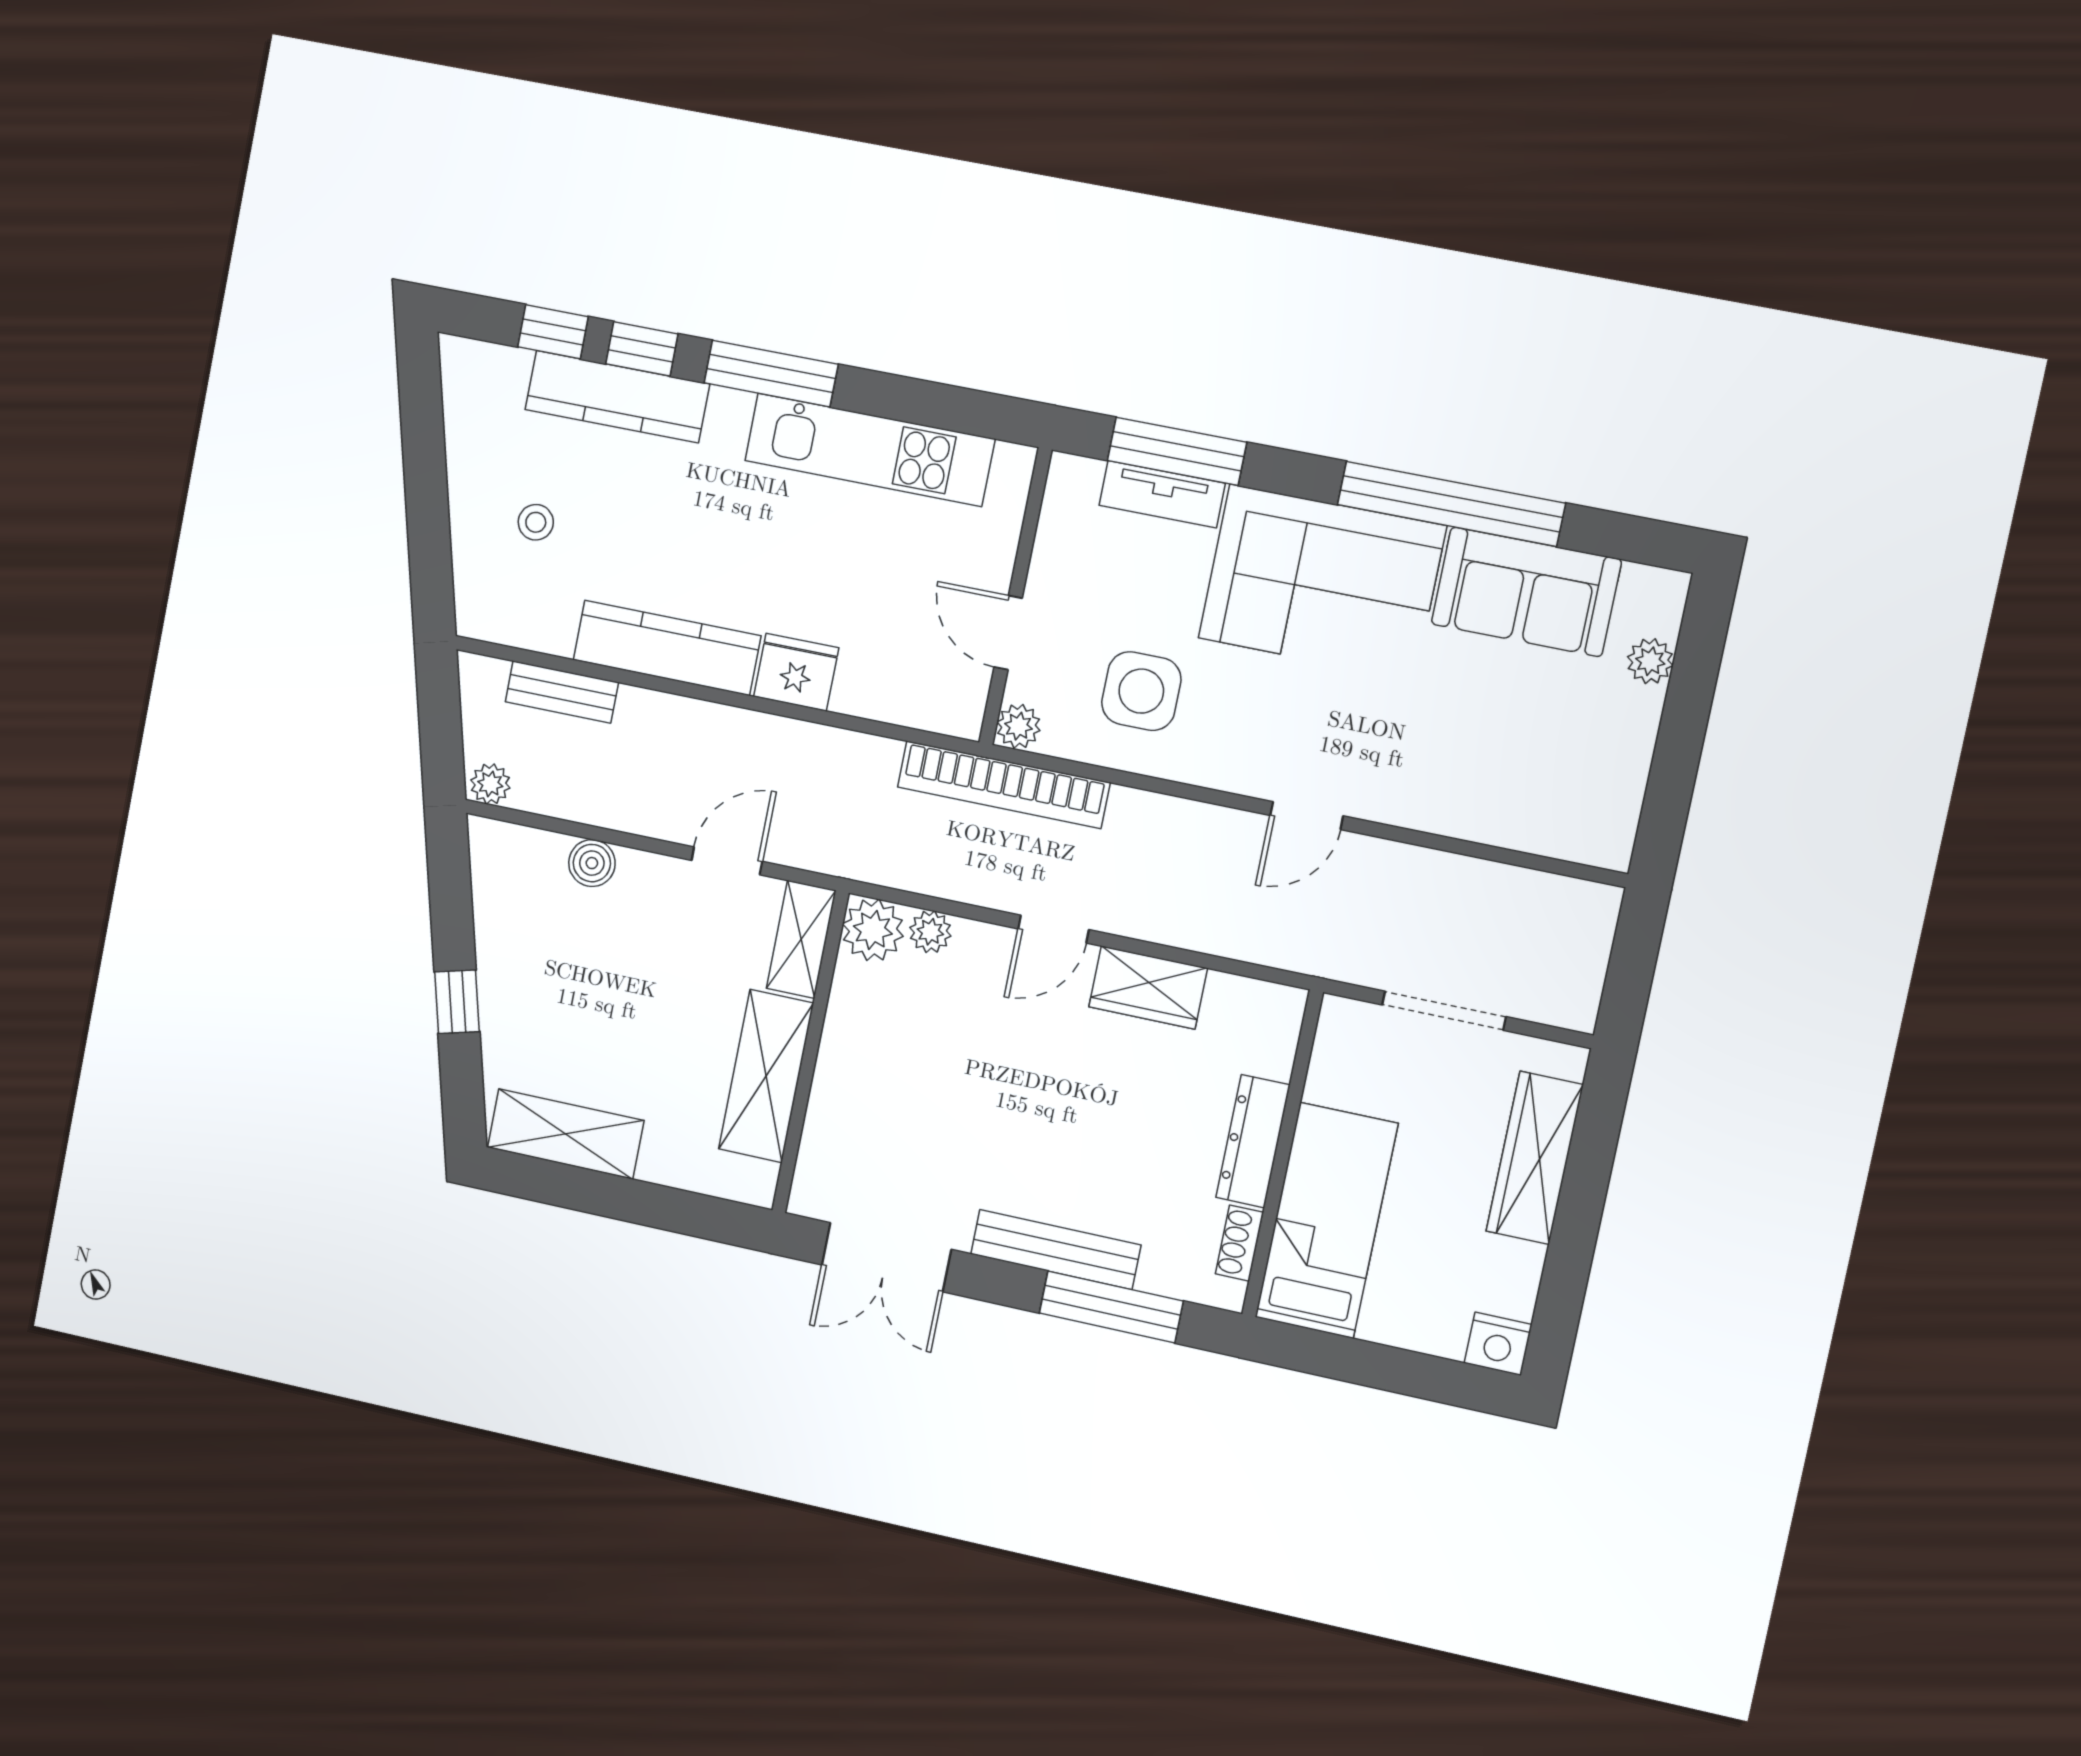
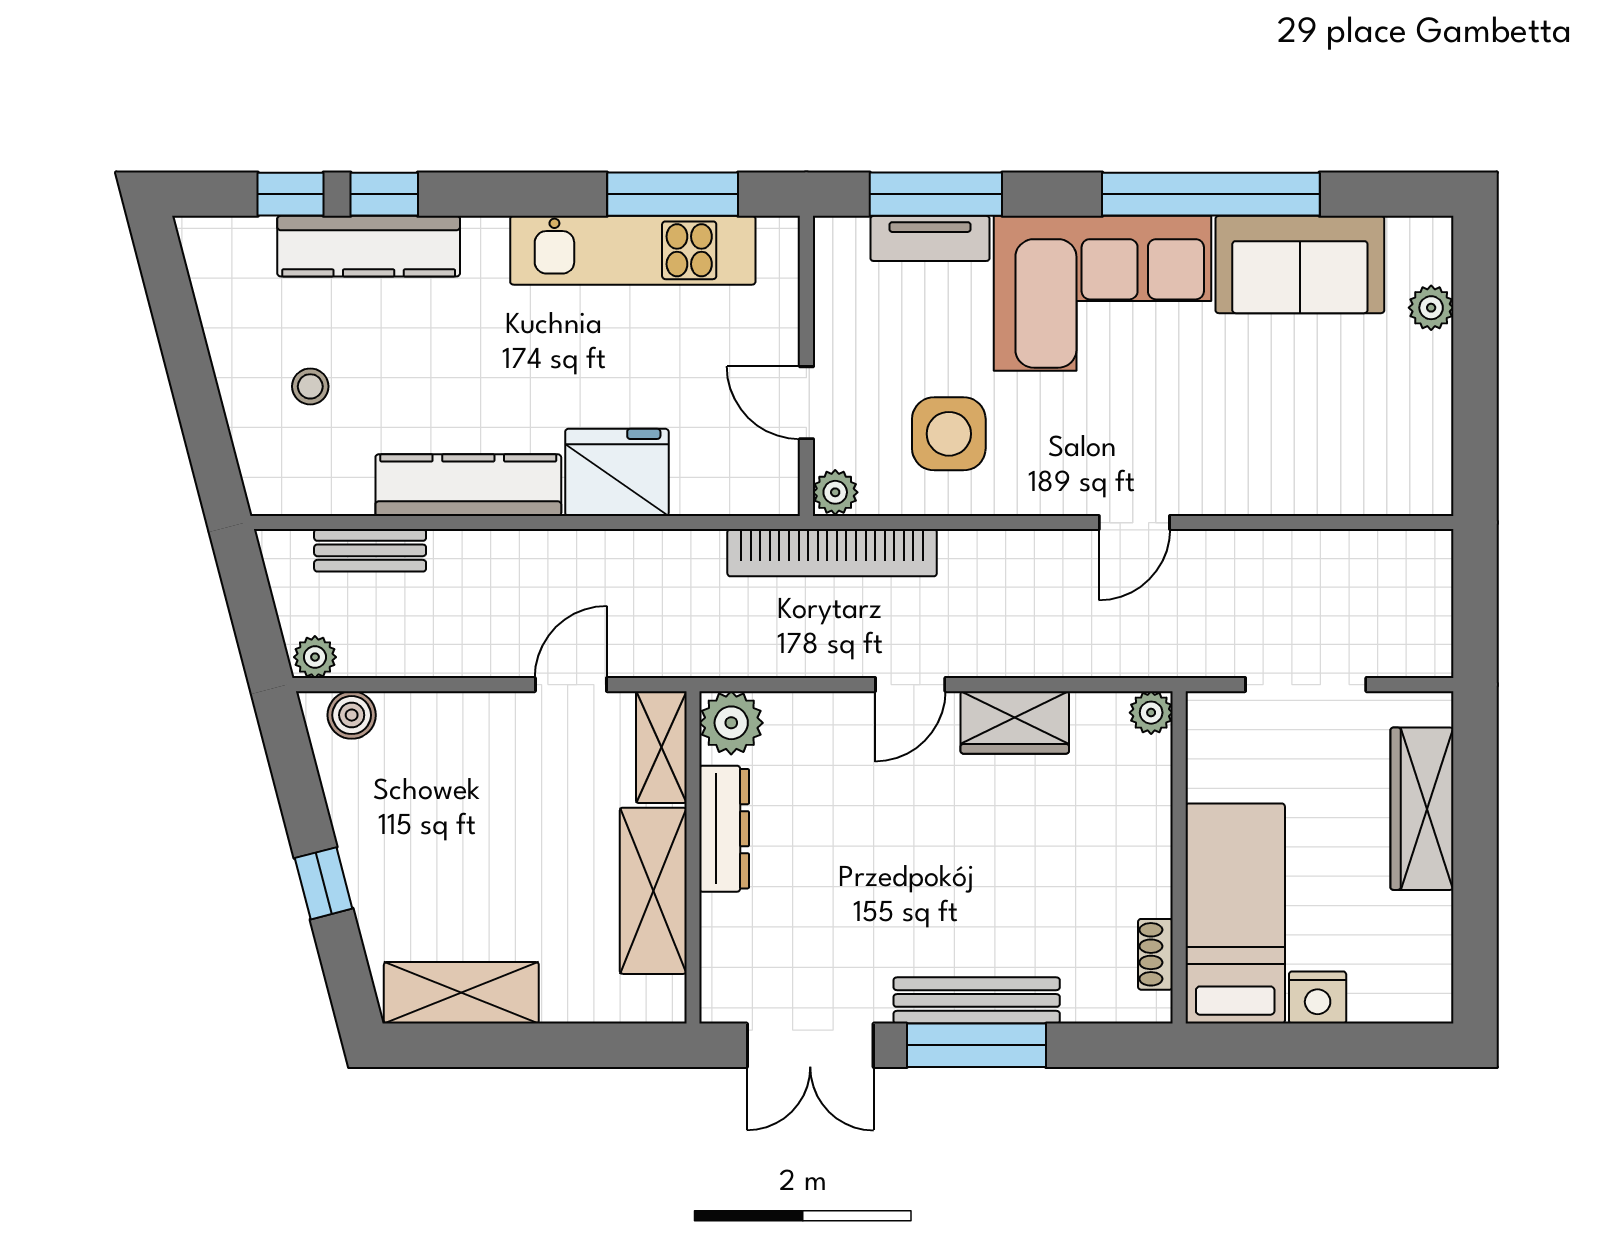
window: (771, 374) -> (673, 194), moved
fridge: (796, 672) -> (617, 472), width x1.36, depth x1.34
boiler: (592, 863) -> (352, 715), moved
plant: (930, 932) -> (1151, 713), moved
dresser: (1253, 1141) -> (724, 829), moved, turned 180
window: (1111, 1307) -> (976, 1045), moved
nightstand: (1498, 1344) -> (1318, 998), moved

